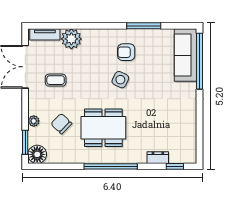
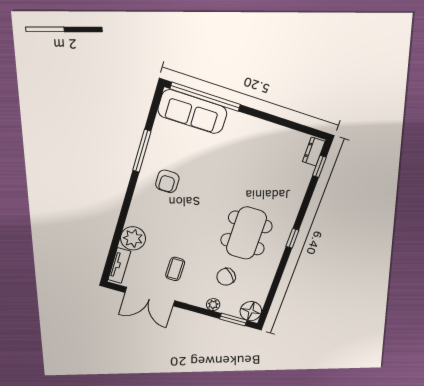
side table: (120, 80) -> (198, 198), removed
dresser: (158, 158) -> (314, 152), moved
window: (111, 166) -> (292, 238), width x0.32

